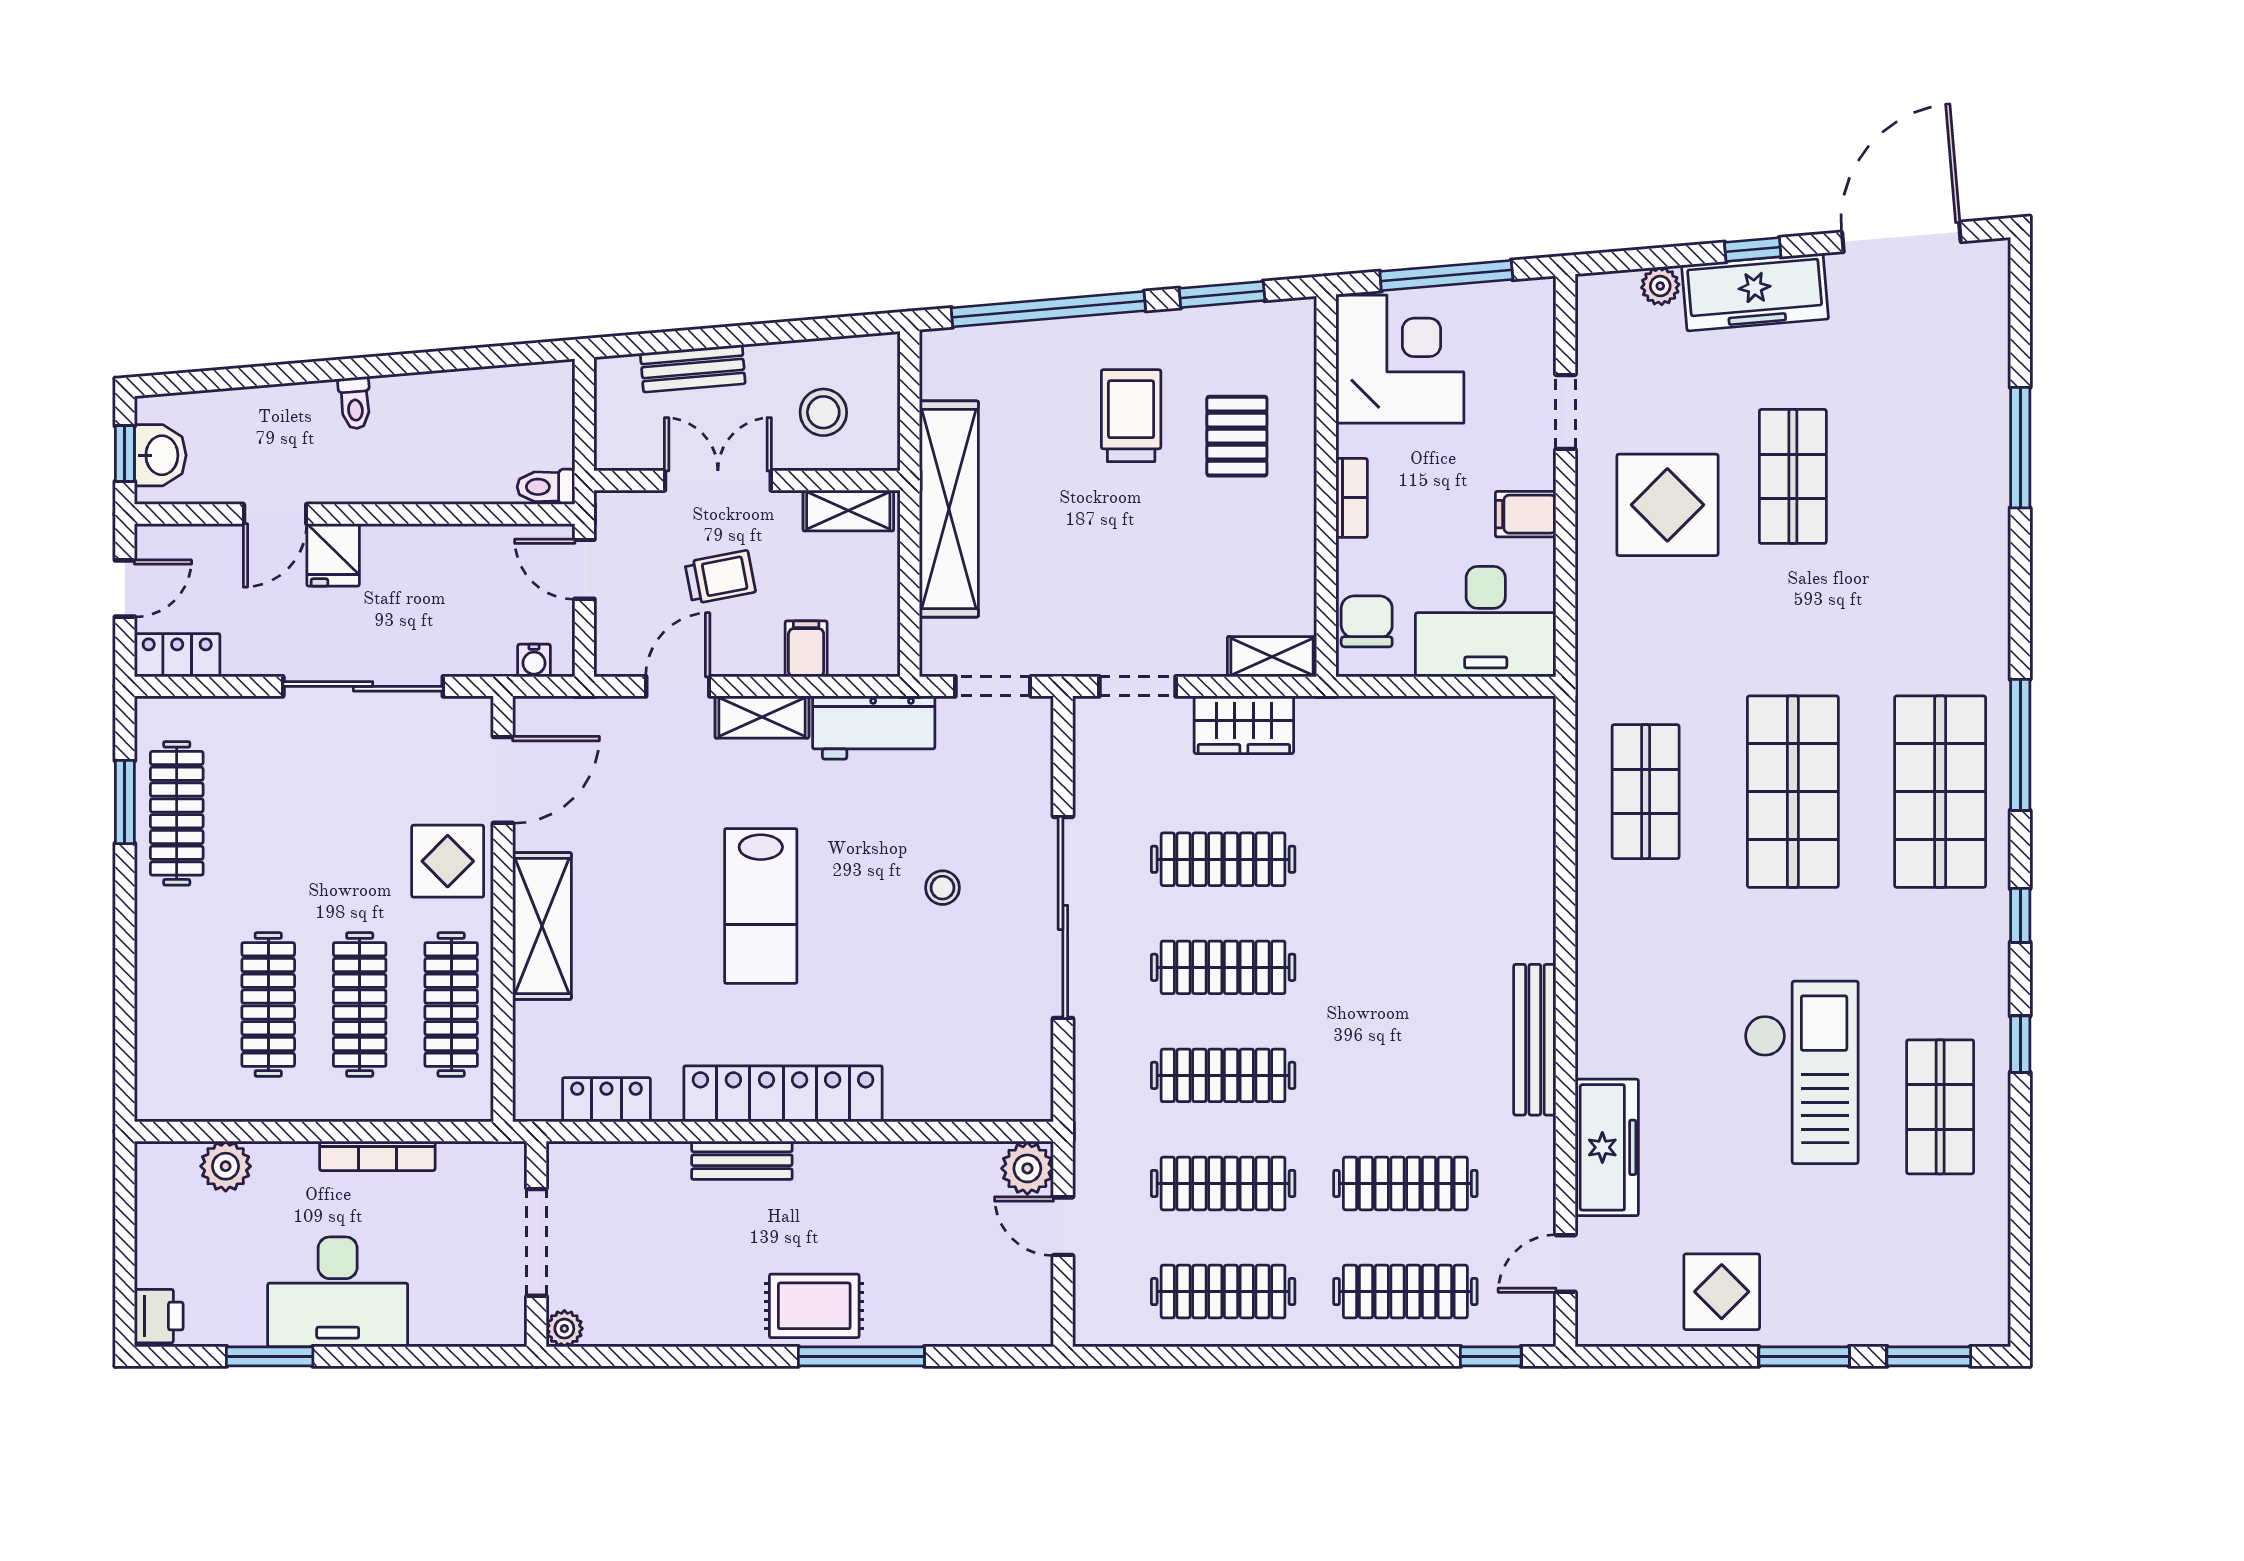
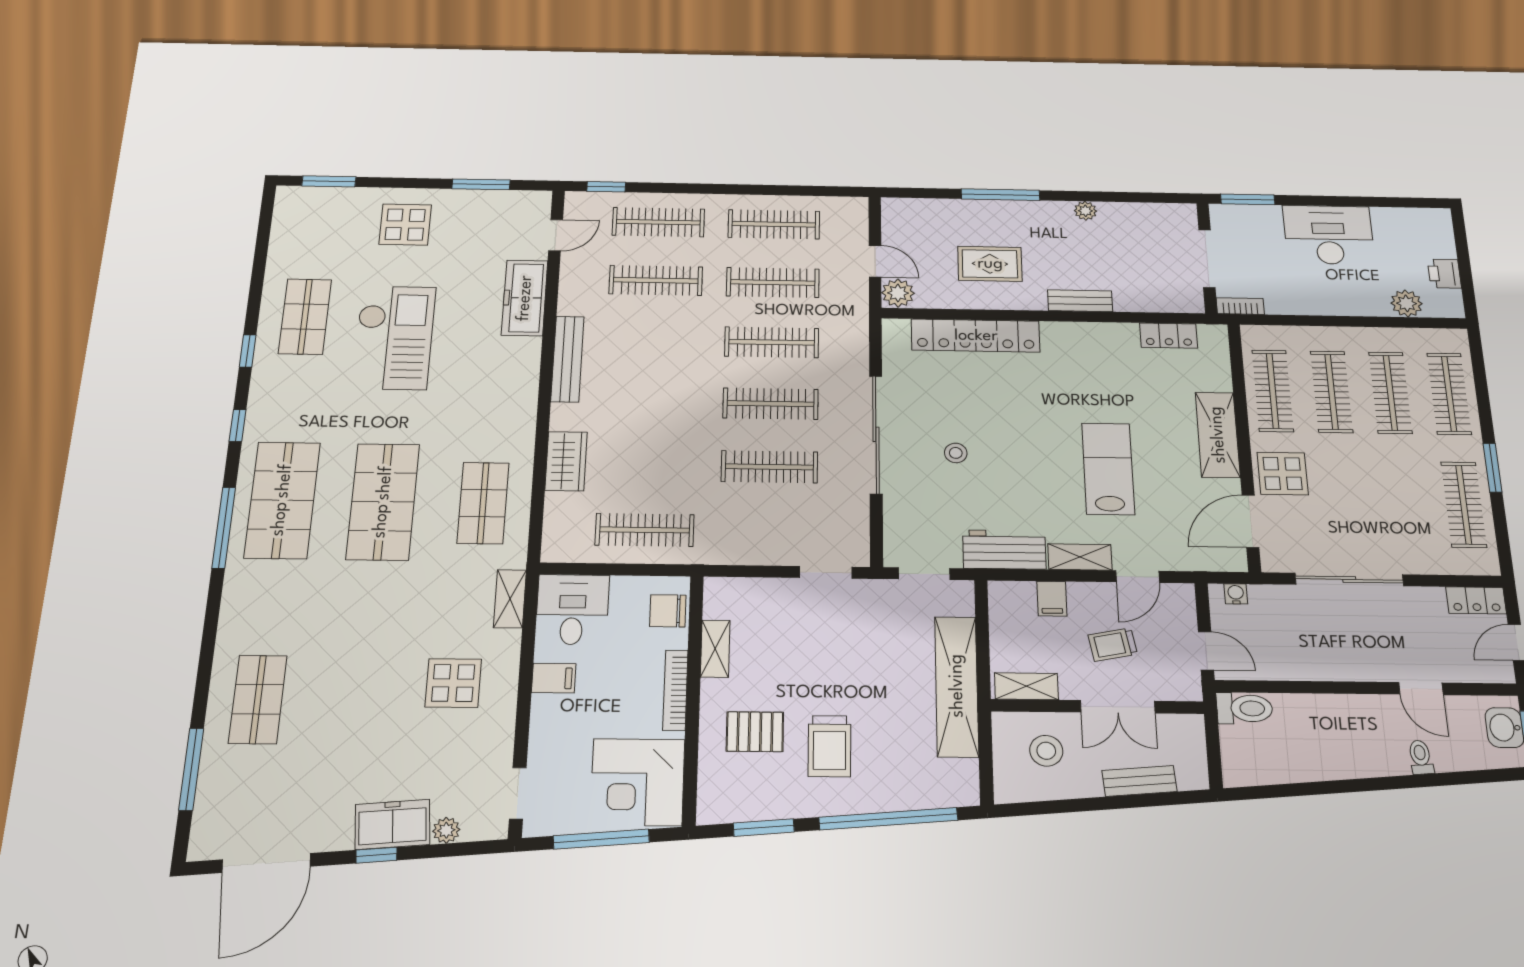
freezer: (1755, 292) -> (392, 824), width x0.71
toilet: (355, 403) -> (1421, 757), moved
doorway: (1566, 412) -> (518, 793), moved
pallet: (1237, 436) -> (755, 732), turned 90
window: (2020, 448) -> (191, 769), moved
shop shelf: (1793, 476) -> (258, 699), moved
toilet: (546, 487) -> (1244, 708), width x1.37, depth x1.39
bookcase: (1352, 498) -> (675, 690), width x1.56
display table: (1667, 505) -> (453, 683), width x0.73, depth x0.73
door: (275, 514) -> (1421, 689), swing flipped
fridge: (333, 555) -> (1378, 662), removed
chair: (1367, 621) -> (668, 611), turned 90
desk: (1486, 622) -> (572, 609), width x0.73
shelving: (1596, 637) -> (510, 599), added
shelving: (1272, 657) -> (715, 649), moved, turned 90
wardrobe: (1244, 725) -> (566, 461), moved, turned 90
clothes rail: (1405, 751) -> (645, 530), added
window: (125, 802) -> (1493, 468), moved
lab bench: (761, 906) -> (1108, 469), moved
clothes rail: (177, 1005) -> (1449, 394), added
checkout: (1801, 1072) -> (394, 337), turned 180
locker: (783, 1094) -> (976, 336), moved
bookcase: (377, 1156) -> (1240, 306), moved, width x0.64
display table: (1722, 1292) -> (405, 225), moved
rug: (814, 1306) -> (990, 264), moved
printer: (159, 1316) -> (1444, 274), moved
plant: (564, 1329) -> (1085, 211), moved
window: (270, 1356) -> (1248, 199), moved
window: (1804, 1356) -> (481, 184), moved

